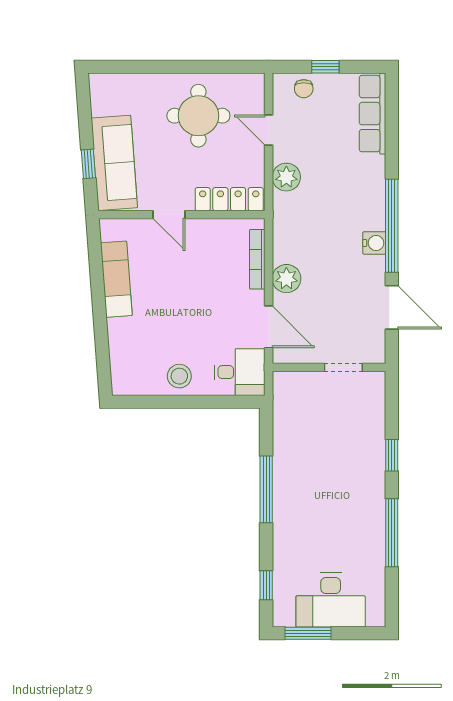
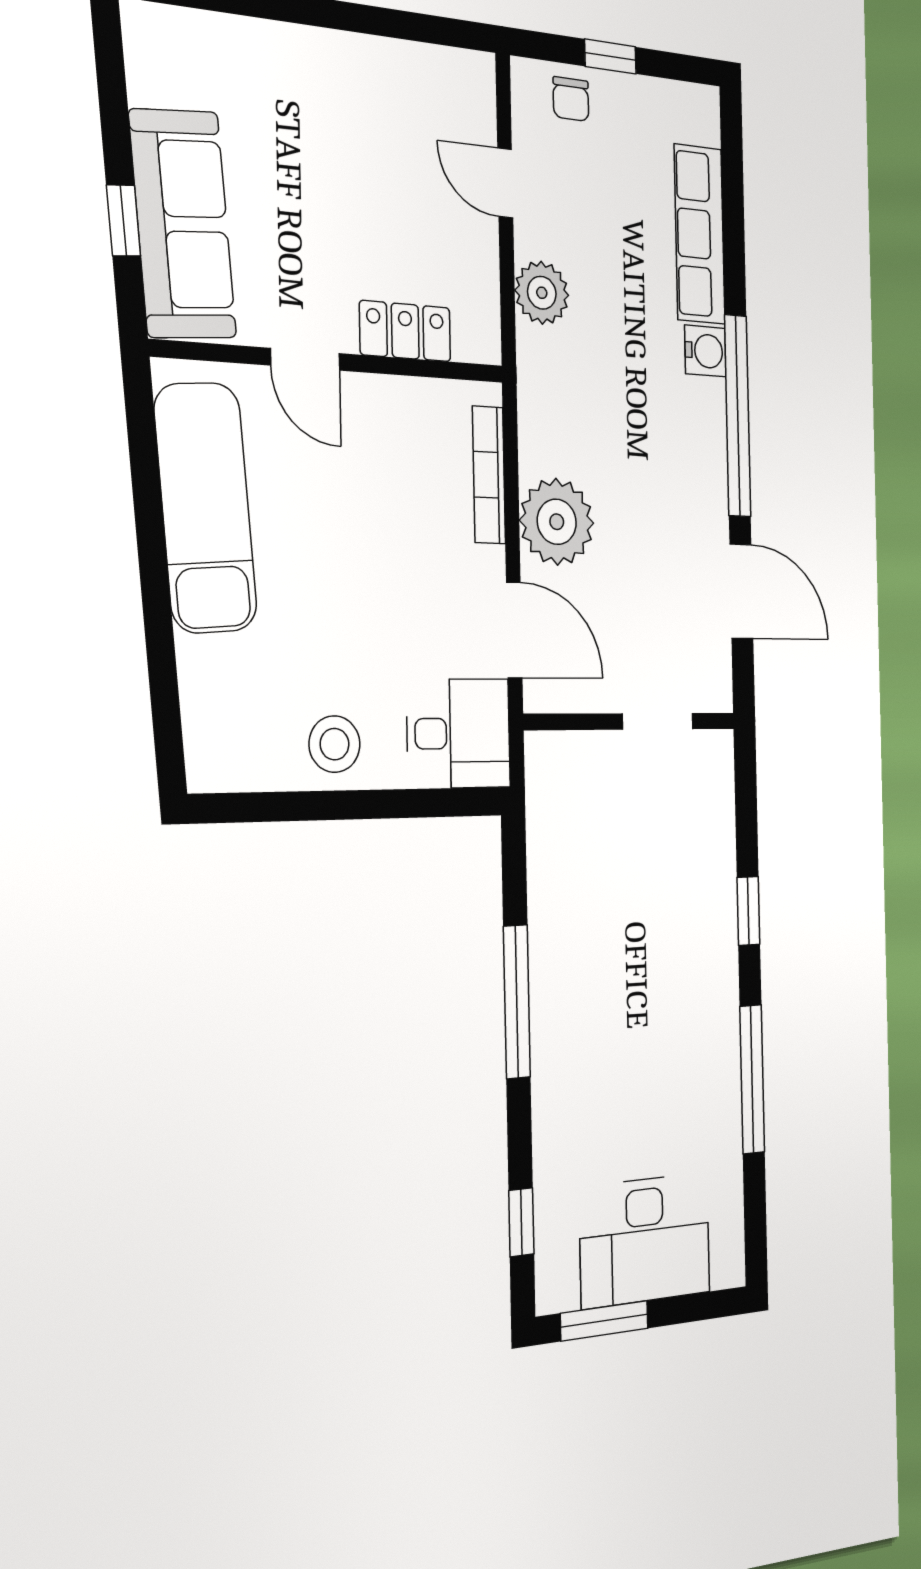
row of seats: (372, 114) -> (700, 234), moved
round table: (198, 116) -> (363, 132), removed
locker: (229, 199) -> (405, 331), width x0.66
water cooler: (374, 243) -> (705, 351), moved
exam couch: (116, 279) -> (206, 508), width x1.36, depth x1.45
plant: (286, 279) -> (557, 522), width x1.36, depth x1.36

